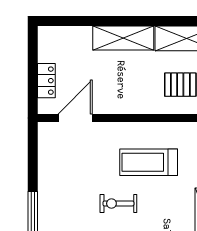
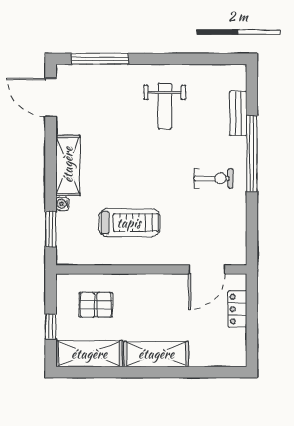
exercise bike: (118, 203) -> (214, 178), moved

